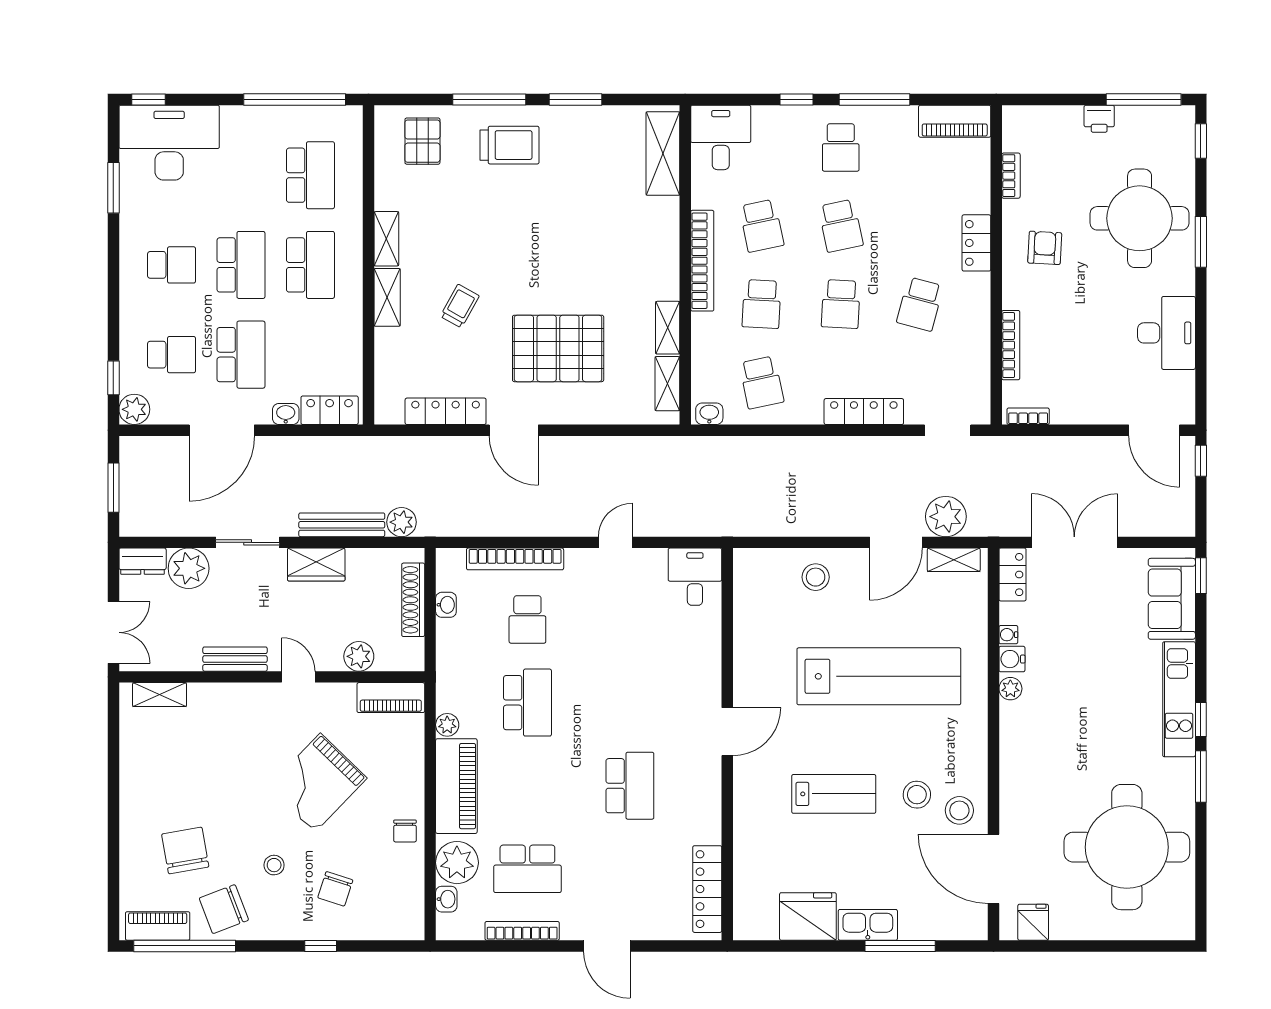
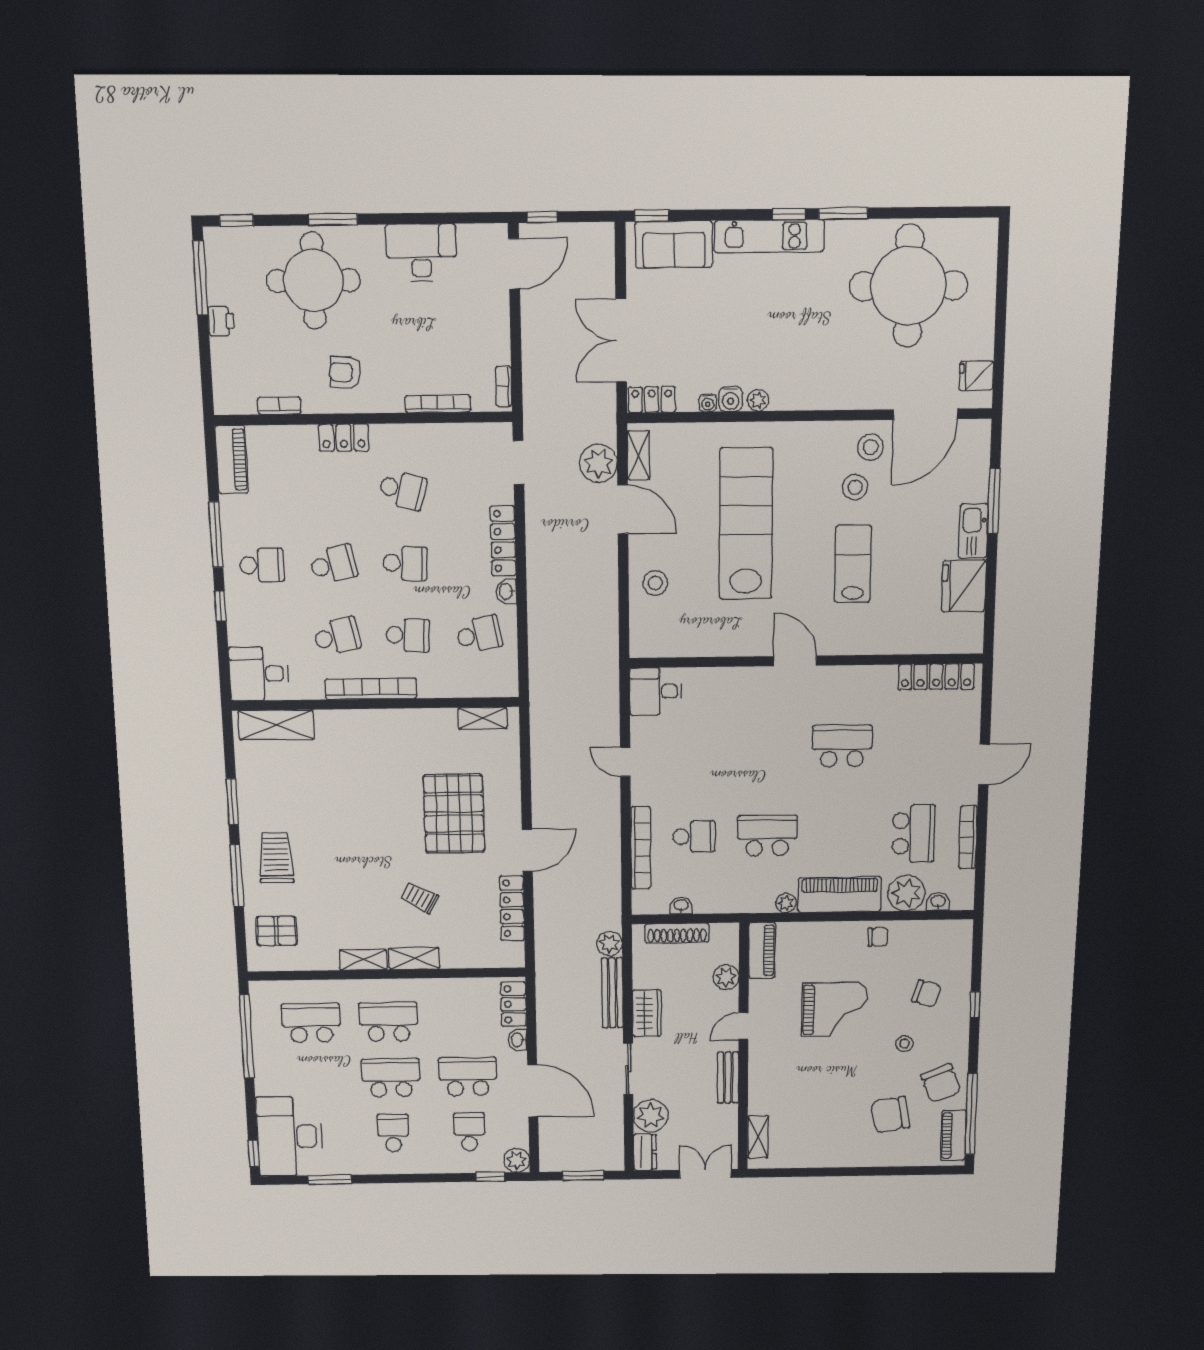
shelving: (668, 328) -> (432, 719), removed
washbasin: (709, 414) -> (506, 591), moved
grand piano: (318, 783) -> (835, 1009), turned -44

